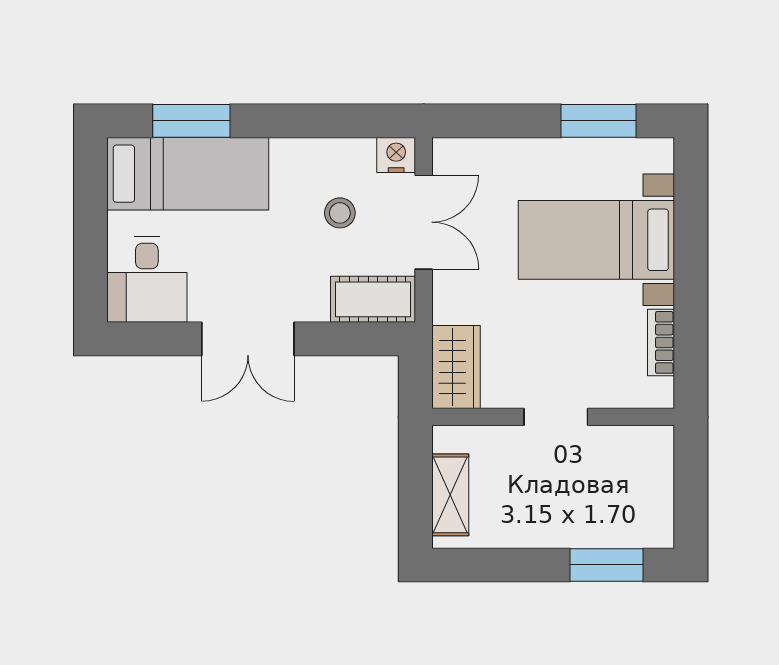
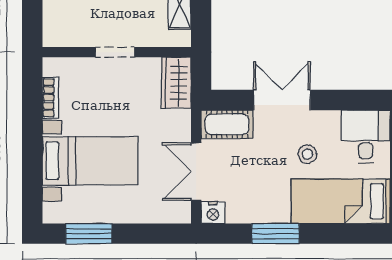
window: (191, 121) -> (276, 234), moved
stool: (340, 213) -> (307, 154), moved
double door: (248, 339) -> (282, 100), moved

